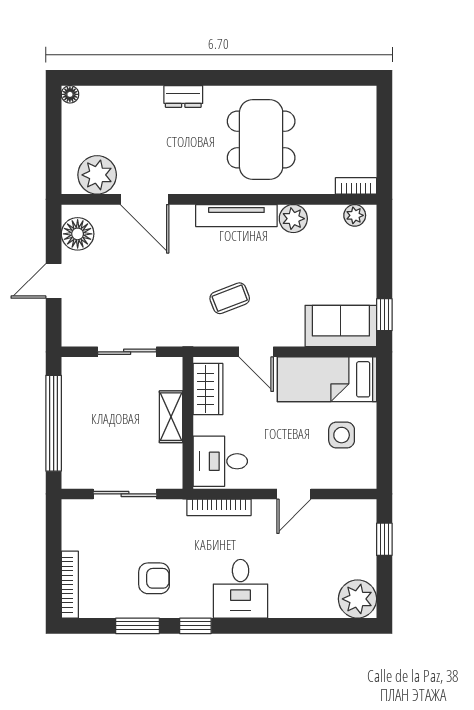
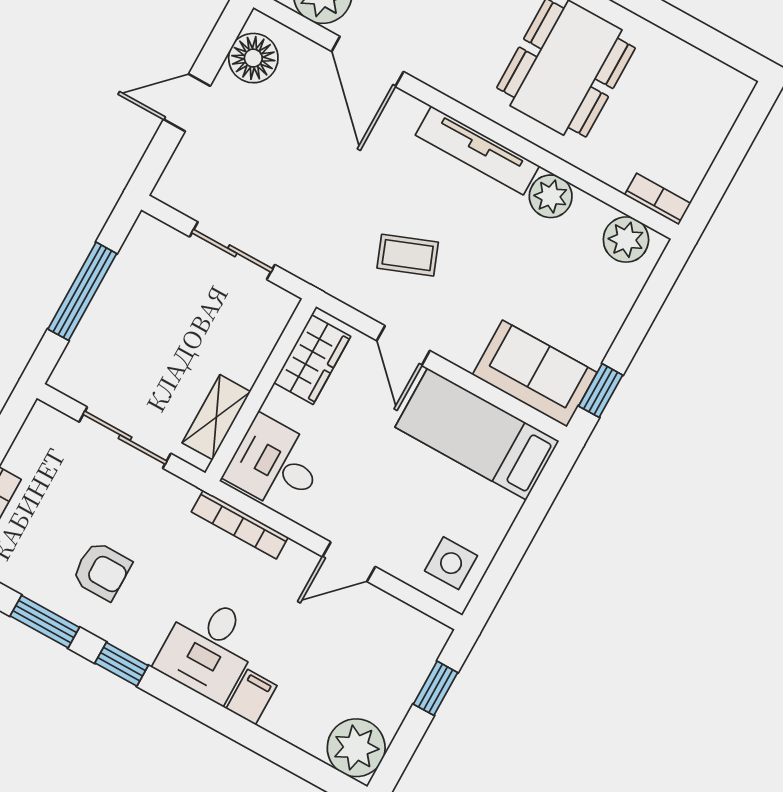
plant: (355, 215) -> (626, 240), width x1.38, depth x1.38
shelving: (171, 417) -> (216, 417), moved
window: (54, 423) -> (82, 291), width x0.68
side table: (342, 435) -> (451, 563), moved
filing cabinet: (281, 603) -> (252, 697), added

